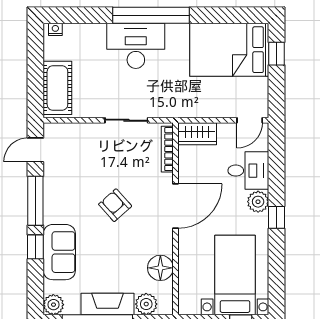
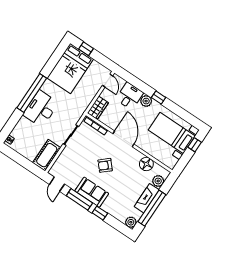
cot: (57, 88) -> (47, 155), moved, turned 90
sofa: (59, 252) -> (92, 192), moved

